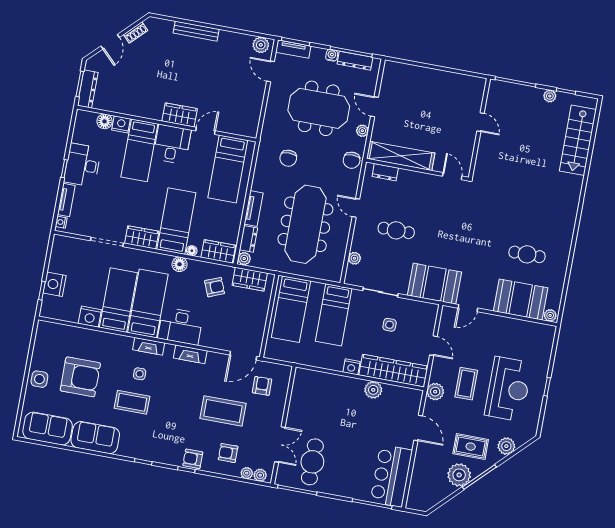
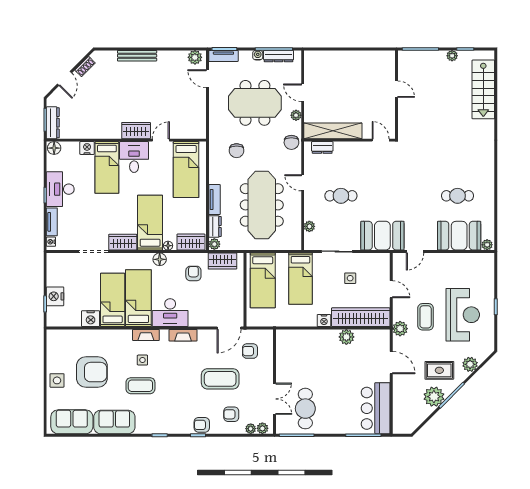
floor lamp: (105, 121) -> (54, 148), moved
armchair: (215, 287) -> (193, 273), turned -68
armchair: (262, 386) -> (250, 351), turned -89

